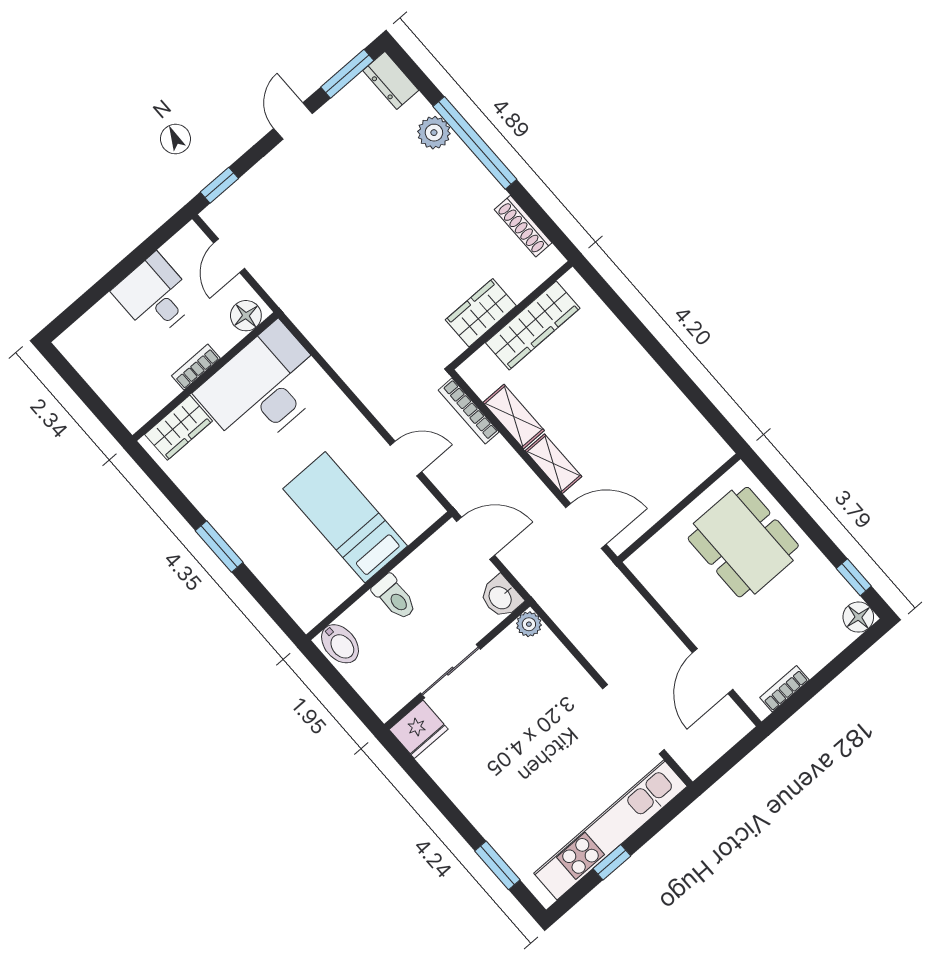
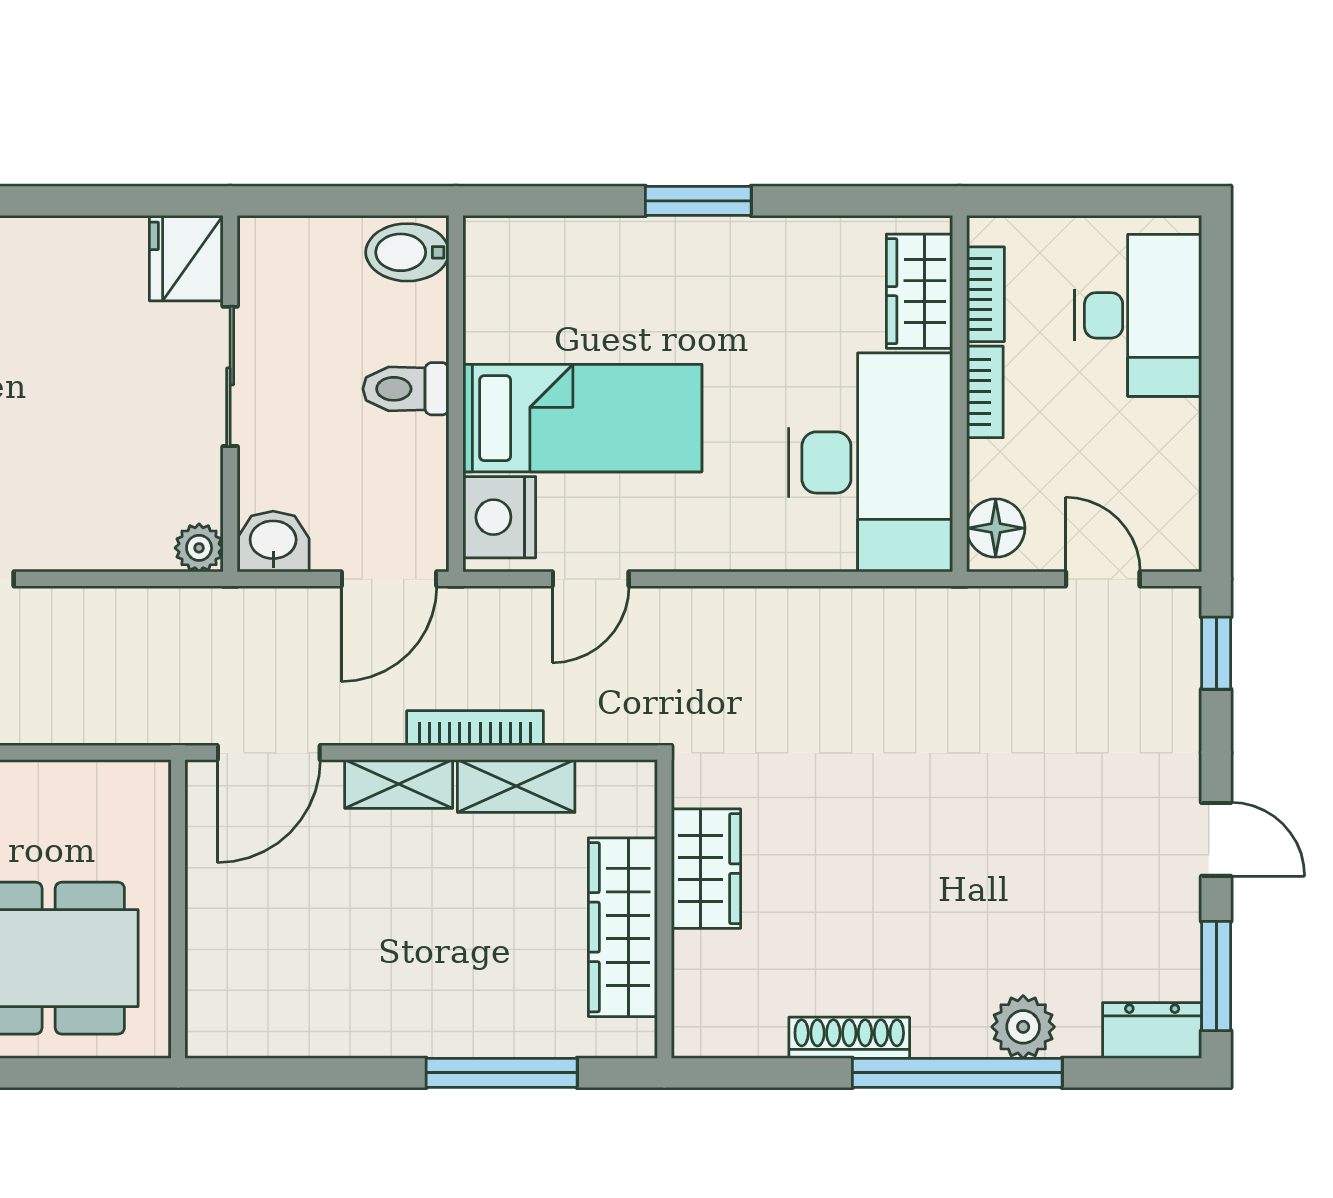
shoe rack: (523, 226) -> (849, 1038), moved
desk: (155, 296) -> (1138, 315), moved, width x1.37
window: (632, 323) -> (502, 1073), added
bookcase: (157, 400) -> (985, 294), added
bookcase: (469, 411) -> (475, 728), moved
nightstand: (413, 516) -> (499, 517), added

